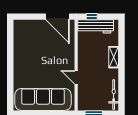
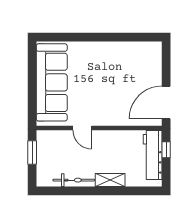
door: (76, 77) -> (82, 128), swing flipped
bicycle: (114, 95) -> (74, 180), moved

